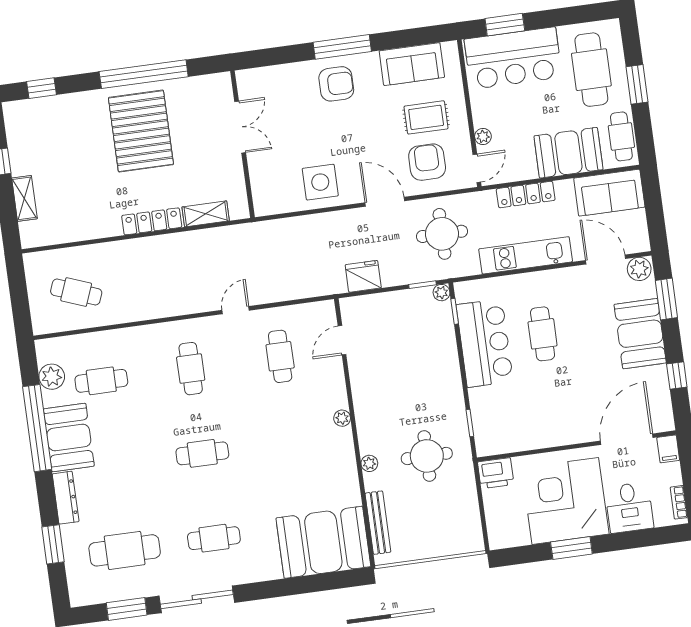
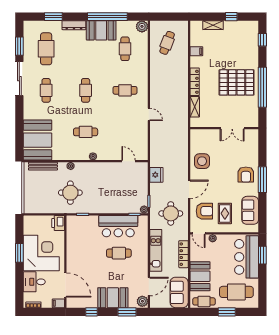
filing cabinet: (86, 227) -> (196, 51), added
cafe table: (280, 356) -> (86, 132), moved
plant: (52, 377) -> (142, 26), moved

